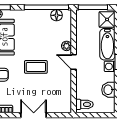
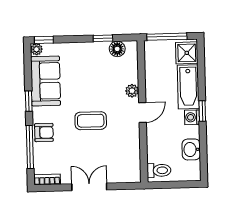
window: (46, 7) -> (103, 38), width x0.32
door: (74, 62) -> (142, 113), swing flipped

